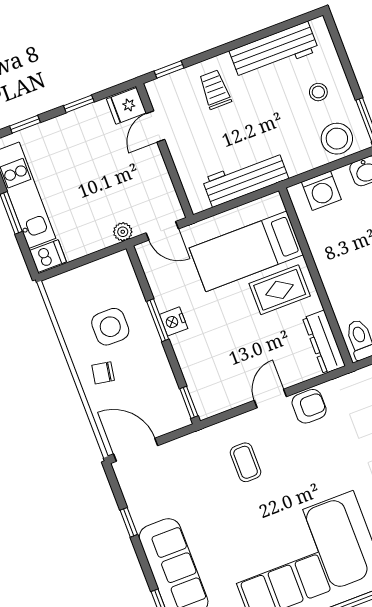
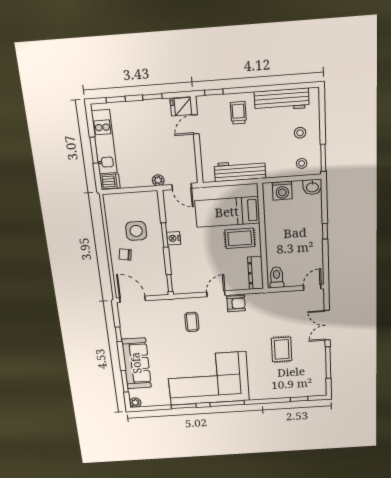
stool: (337, 139) -> (302, 163), width x0.53, depth x0.53

